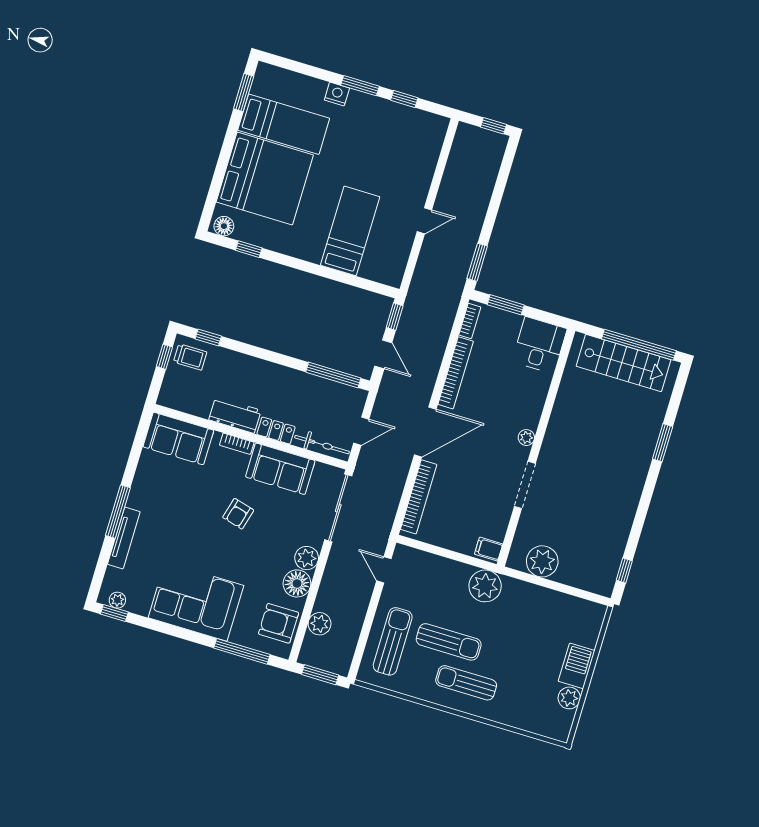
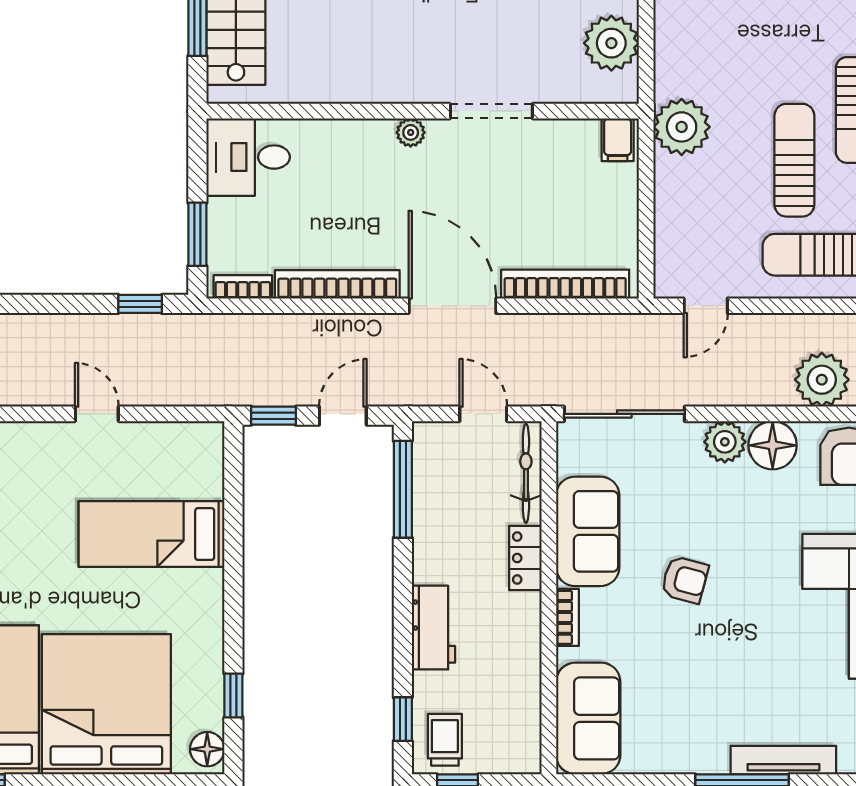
window: (477, 262) -> (140, 304), width x0.67
workbench: (235, 415) -> (433, 628), moved, turned 180
plant: (320, 624) -> (822, 380), width x1.36, depth x1.36

